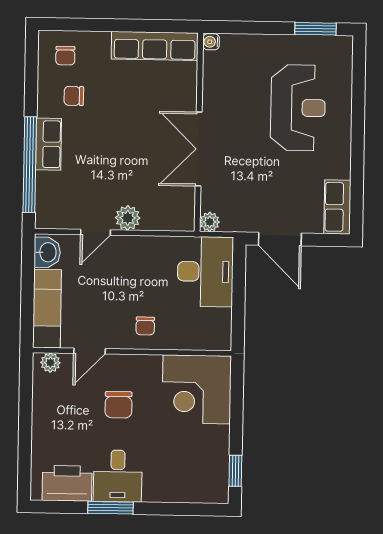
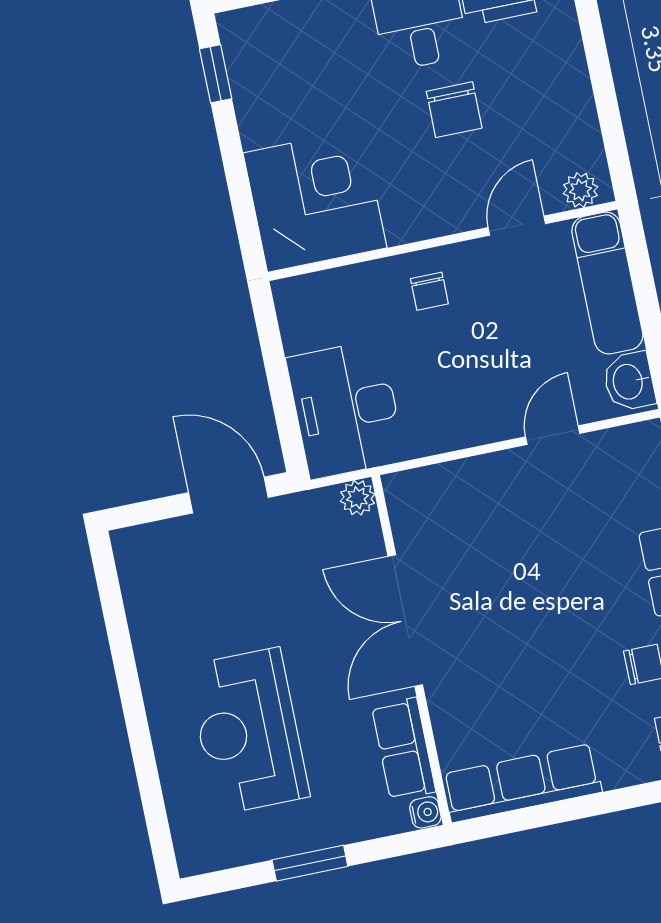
window: (316, 29) -> (310, 863), moved
double door: (199, 149) -> (405, 621), swing flipped
row of seats: (337, 207) -> (404, 749), moved, turned 180
plant: (128, 218) -> (502, 473), removed
chair: (145, 326) -> (429, 291), turned 180
chair: (119, 405) -> (454, 110), moved, turned 180

